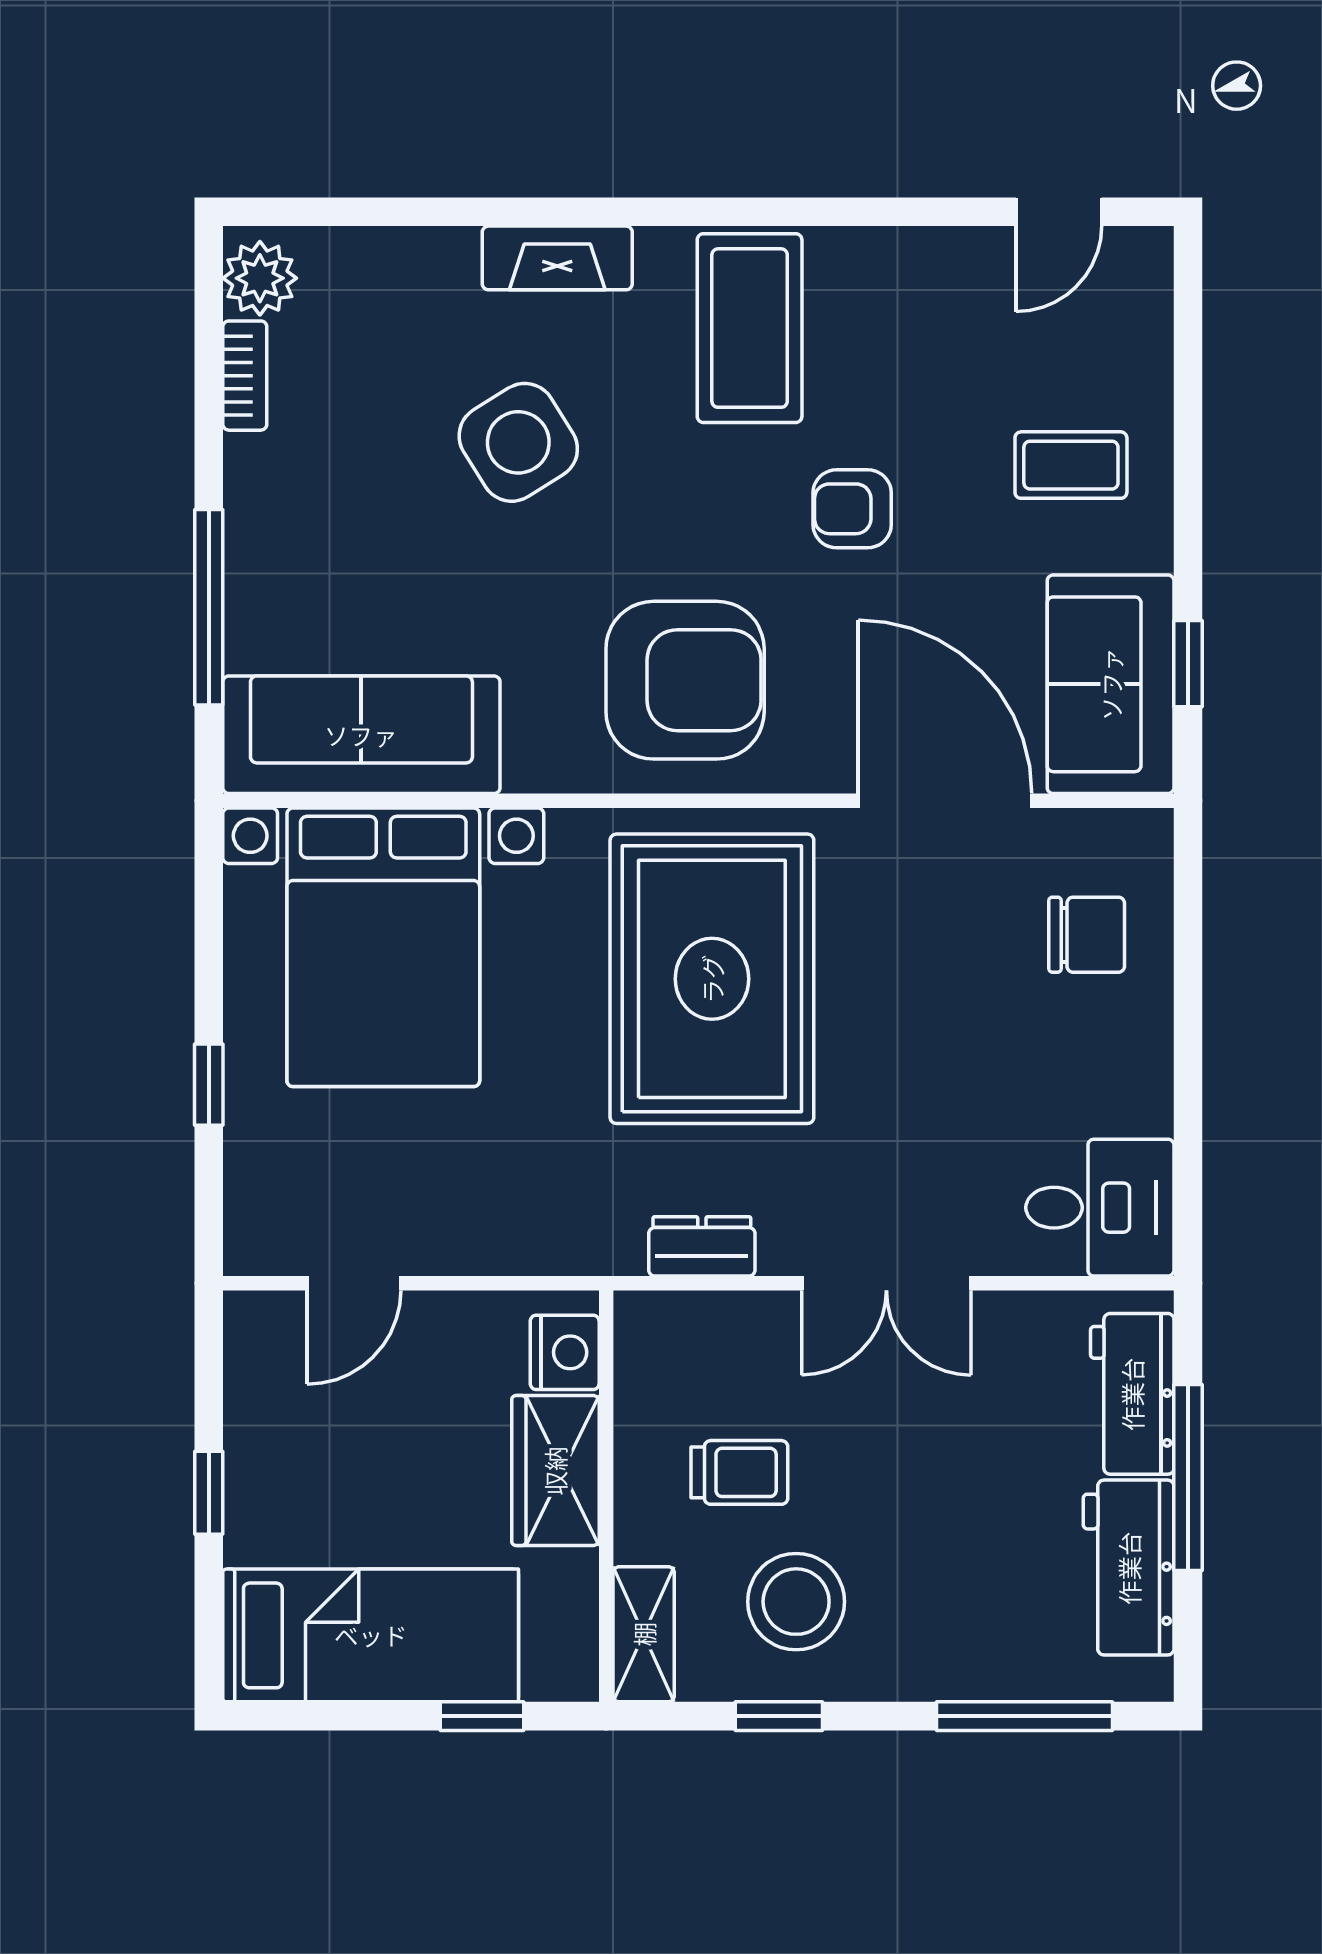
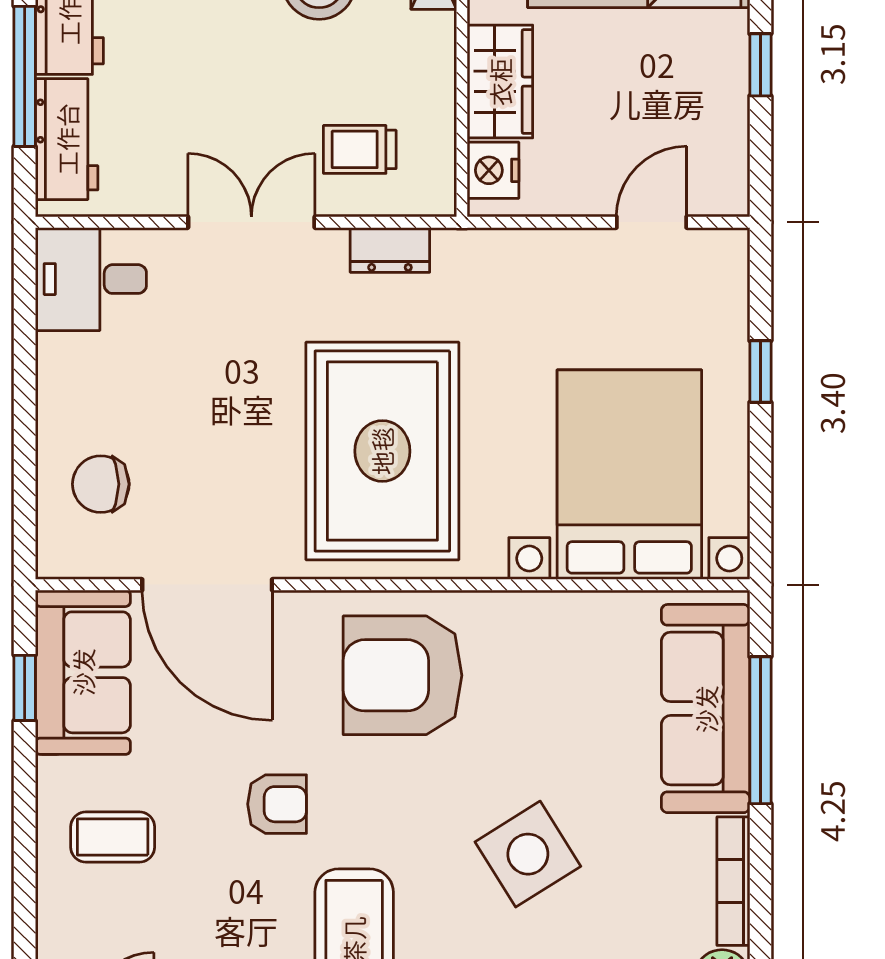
bookcase: (245, 376) -> (733, 881), width x1.56
sofa: (361, 735) -> (706, 709), moved, turned 90
trolley: (739, 1472) -> (360, 149), moved

